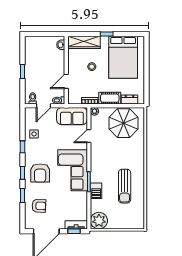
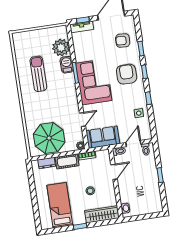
bed: (123, 57) -> (60, 205), width x0.67
plant: (99, 221) -> (61, 48), moved

